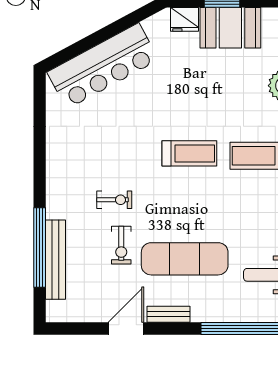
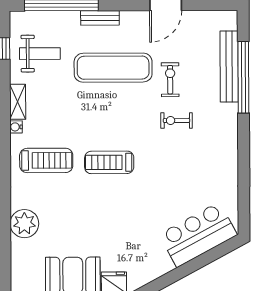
bar counter: (103, 66) -> (198, 235), width x0.73
bench: (168, 314) -> (100, 18), moved

